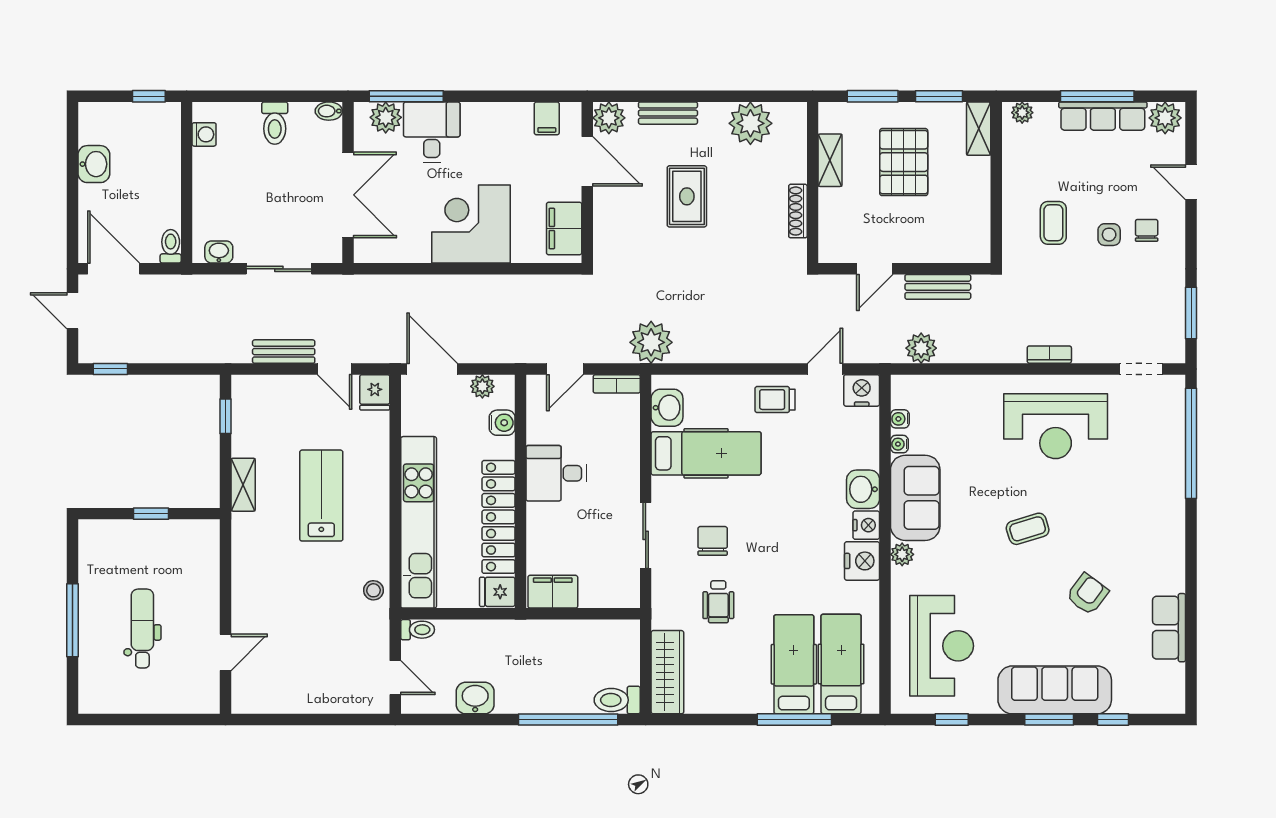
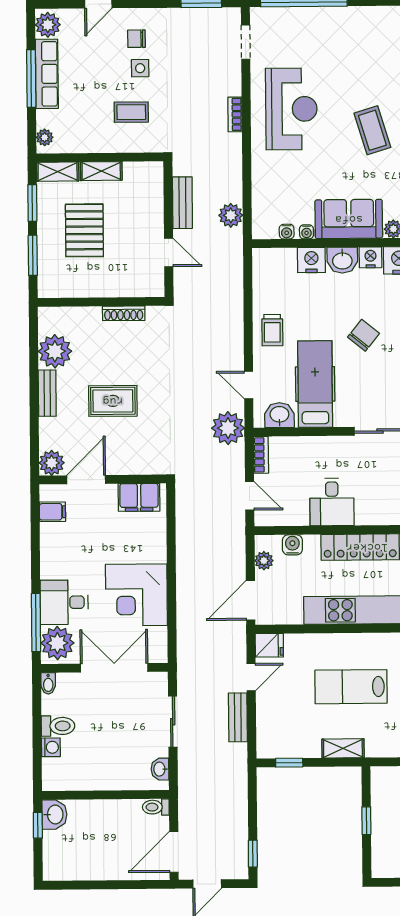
bench: (668, 113) -> (47, 393), moved
plant: (386, 117) -> (57, 643), width x1.36, depth x1.36
washing machine: (204, 134) -> (51, 747), moved, turned 90
shelving: (830, 160) -> (101, 171), moved
pallet: (904, 162) -> (84, 230), turned 90
washbasin: (94, 164) -> (54, 814), moved, turned 90
corner desk: (471, 224) -> (136, 595), moved
door: (825, 369) -> (249, 385), moved
nightstand: (862, 390) -> (311, 260), moved, turned 90
coffee table: (1028, 529) -> (372, 130), width x1.36, depth x1.30
chair: (713, 541) -> (364, 335), moved, turned 129

